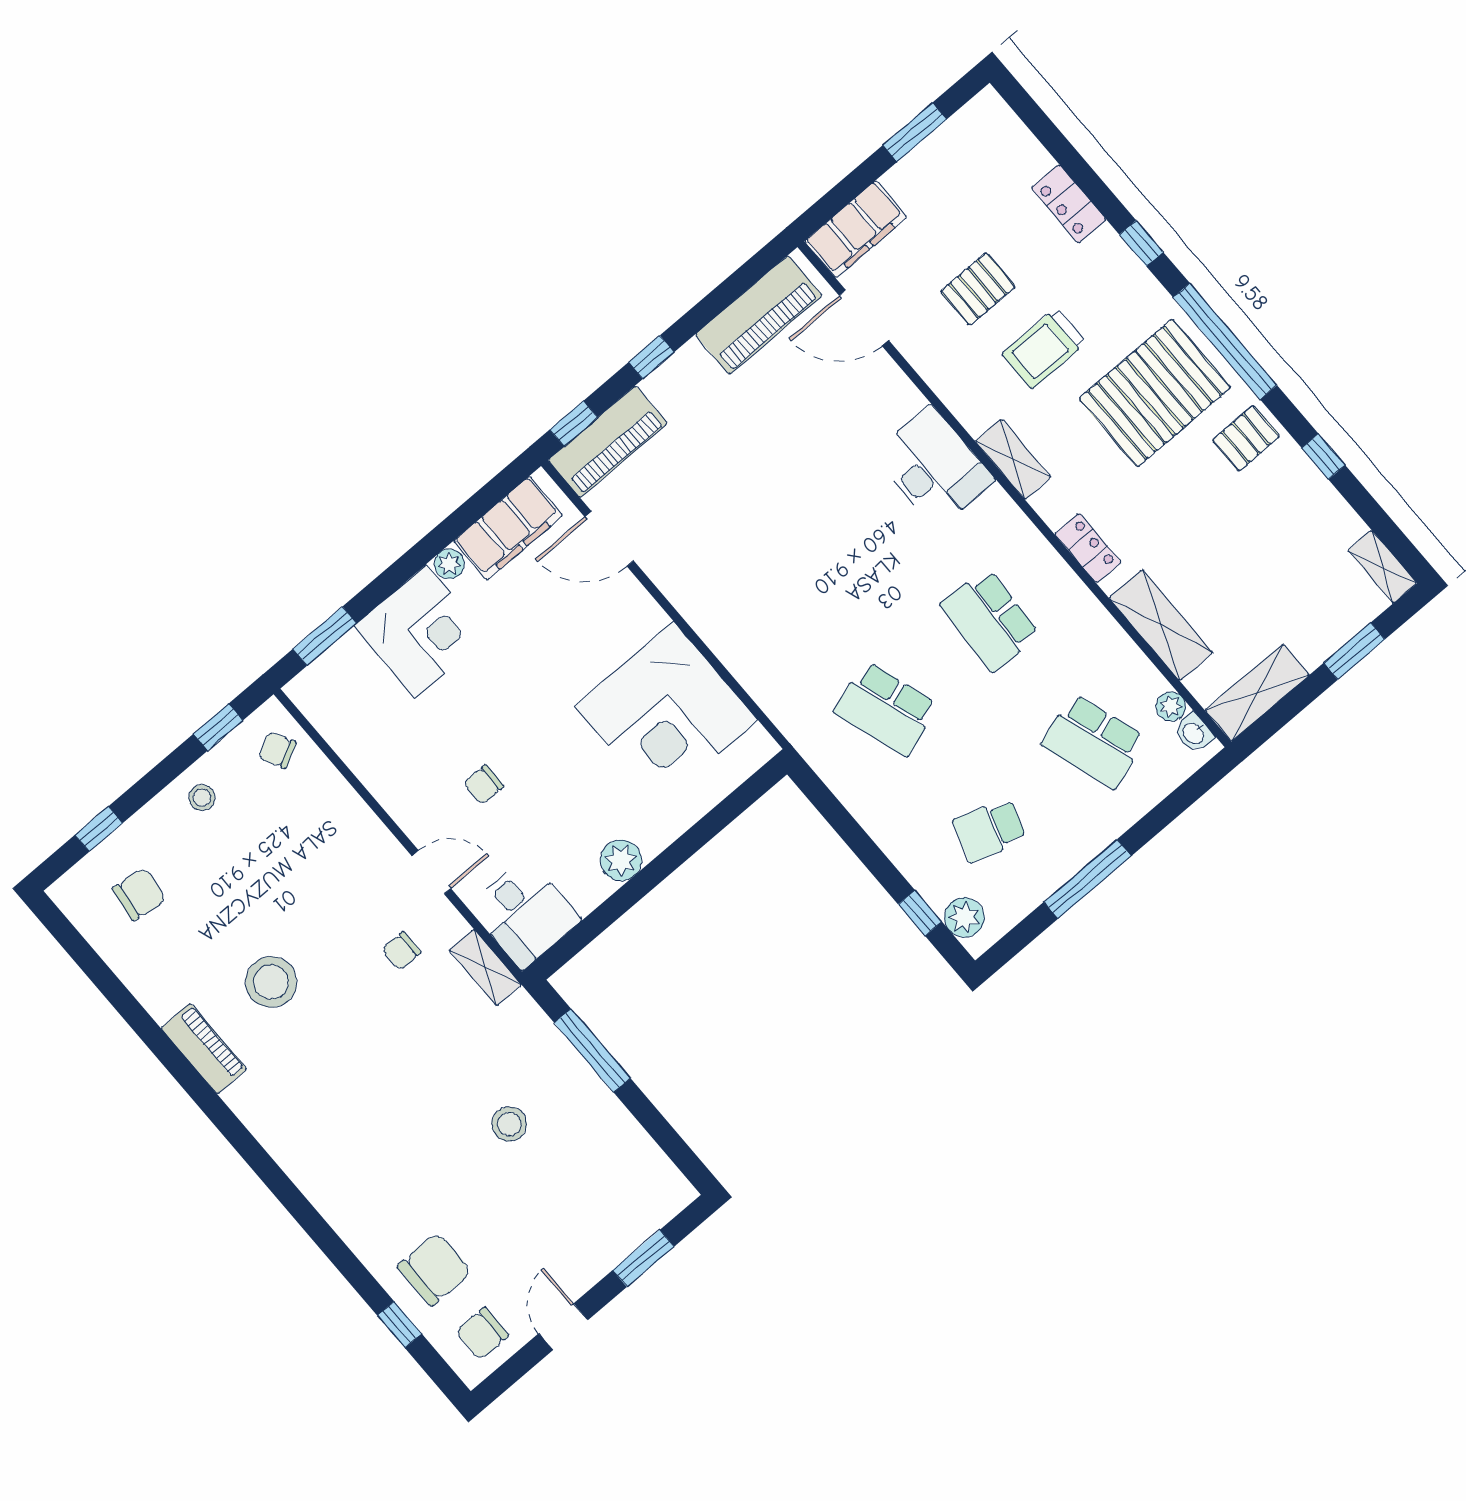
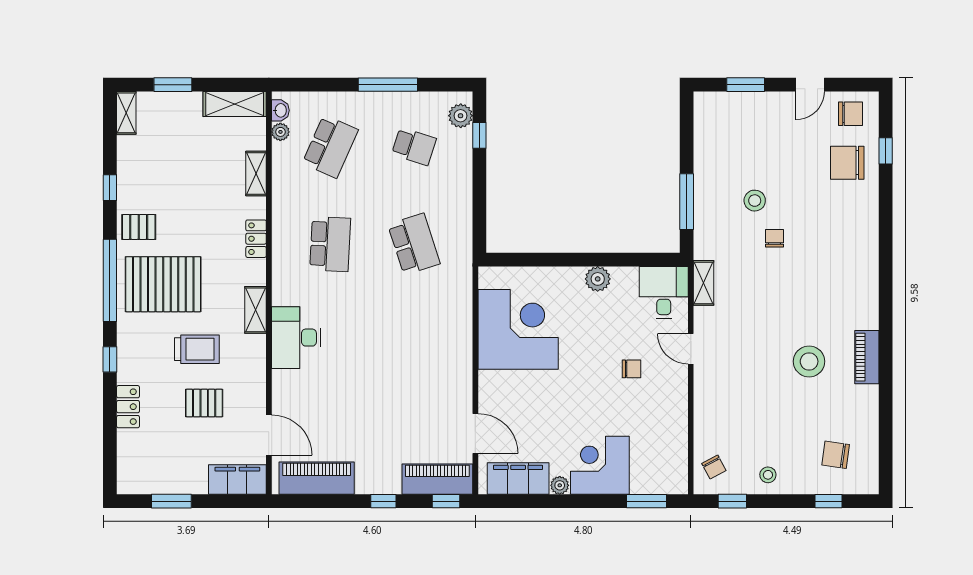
shelving: (1161, 625) -> (256, 174), width x0.67, depth x0.75
school desk: (1094, 741) -> (330, 146), turned 42
chair: (402, 951) -> (775, 238), moved, turned -90

